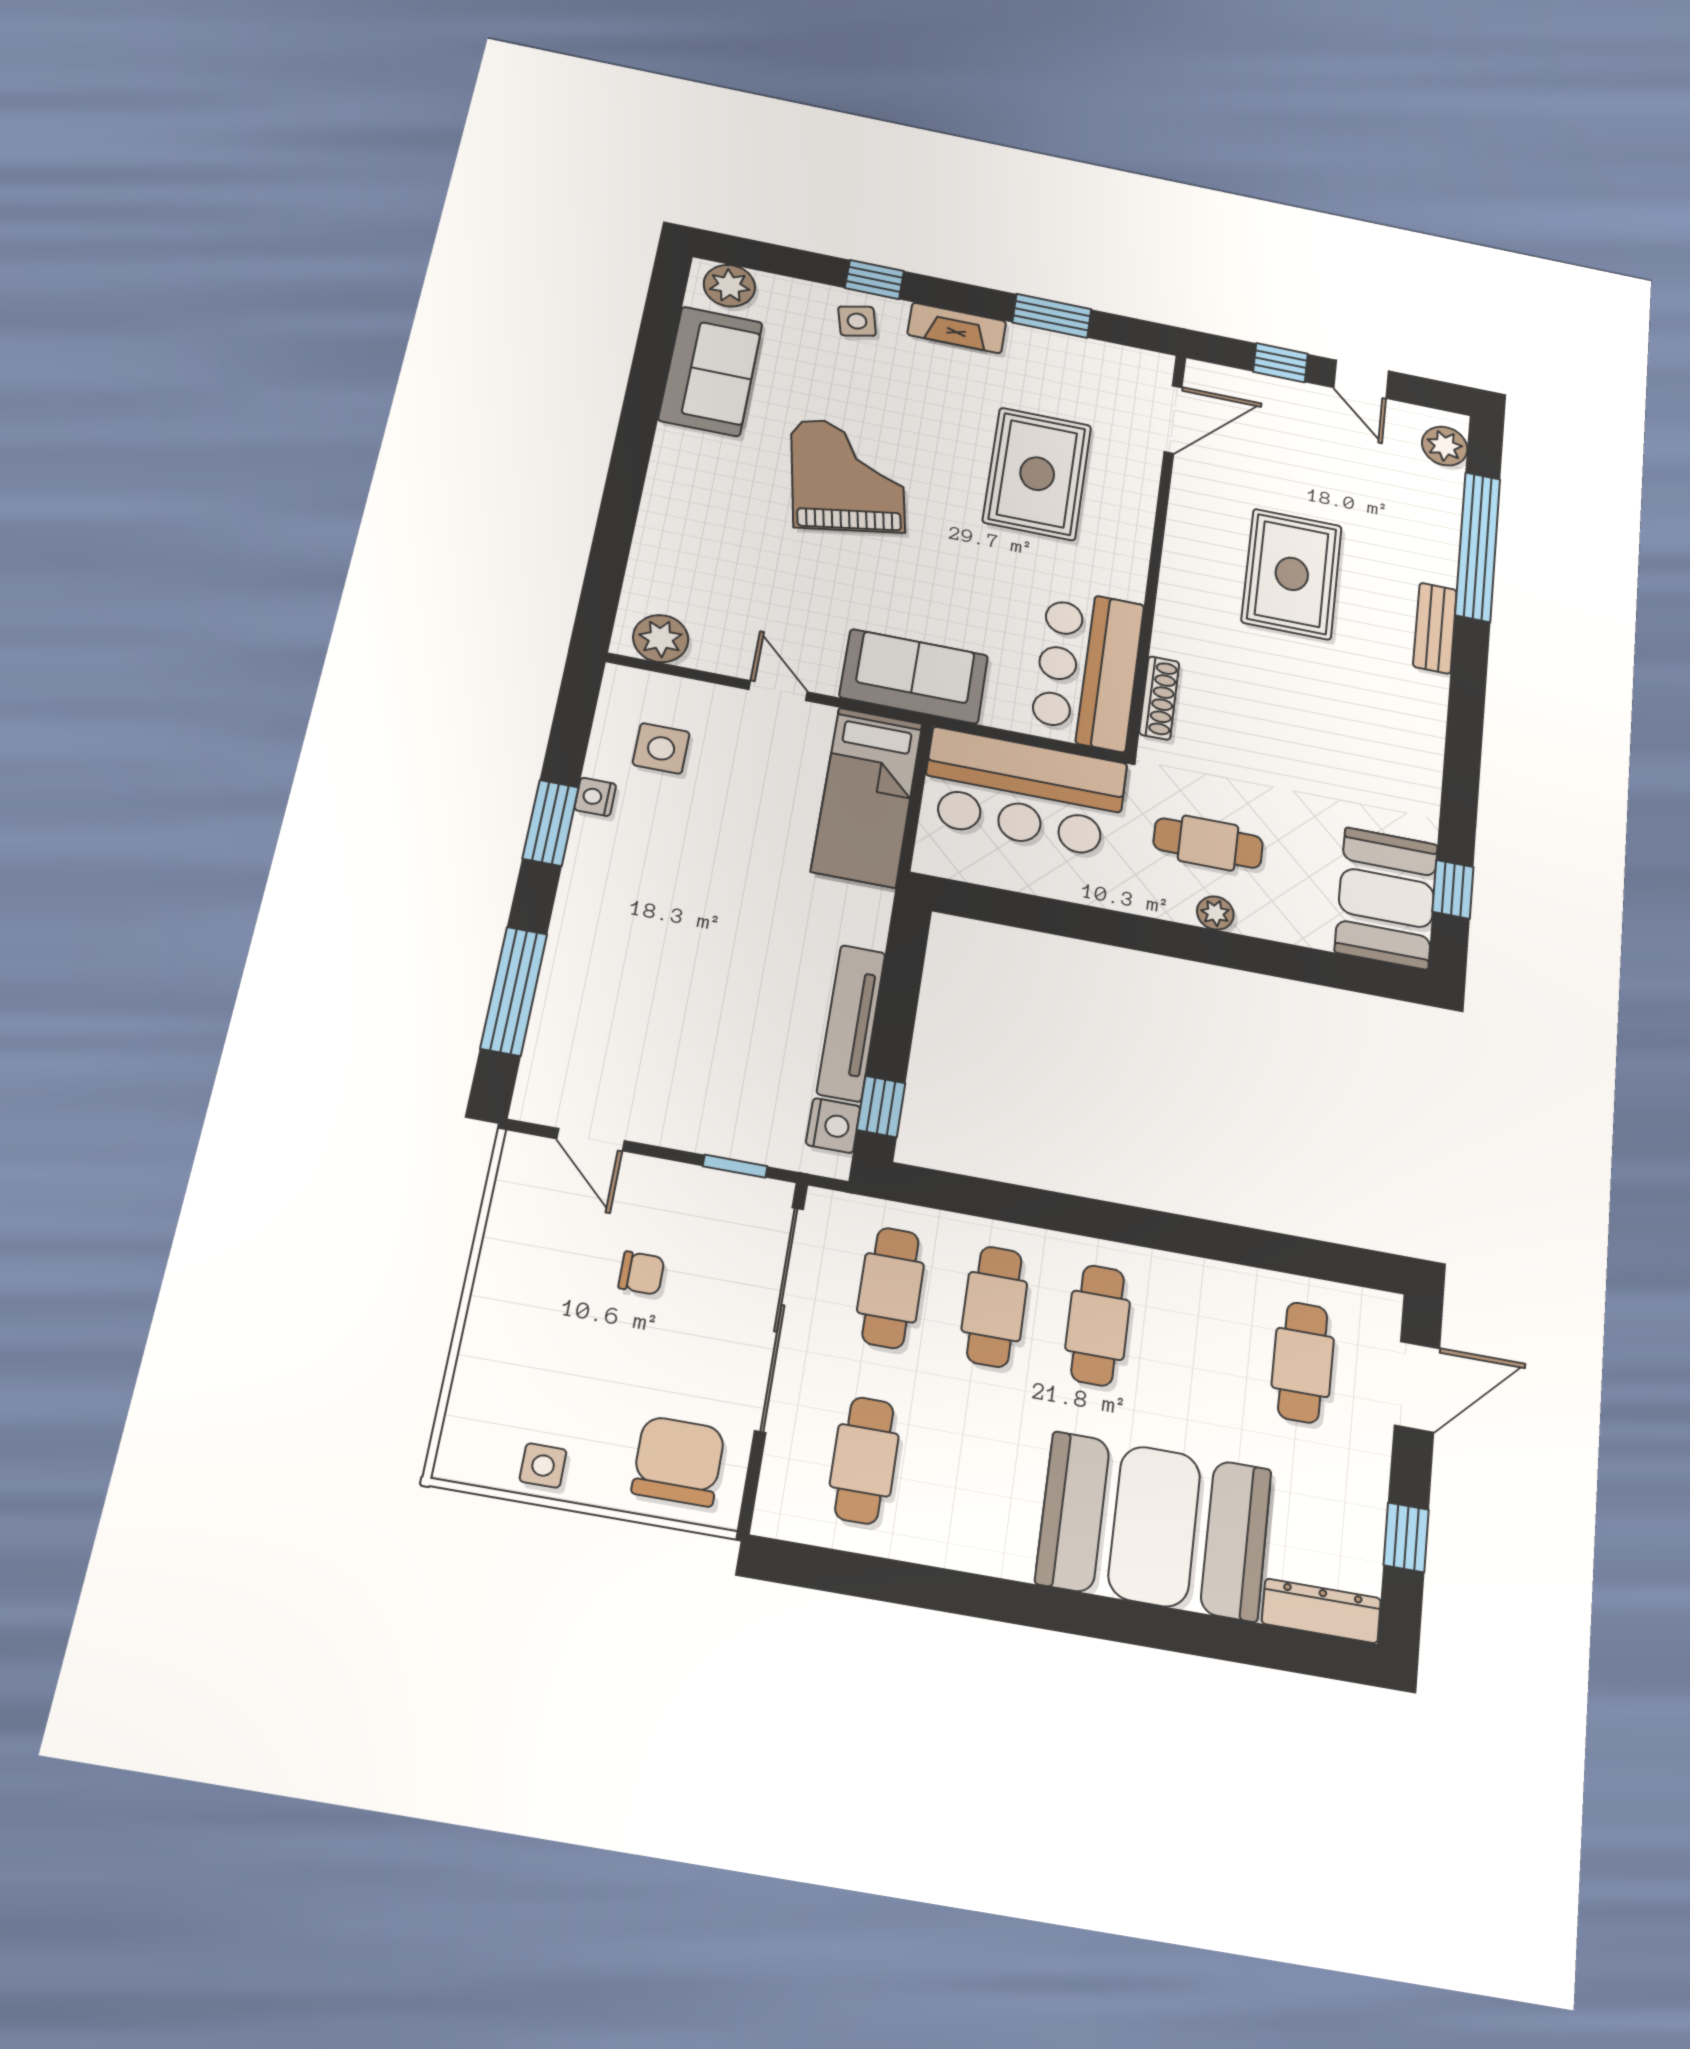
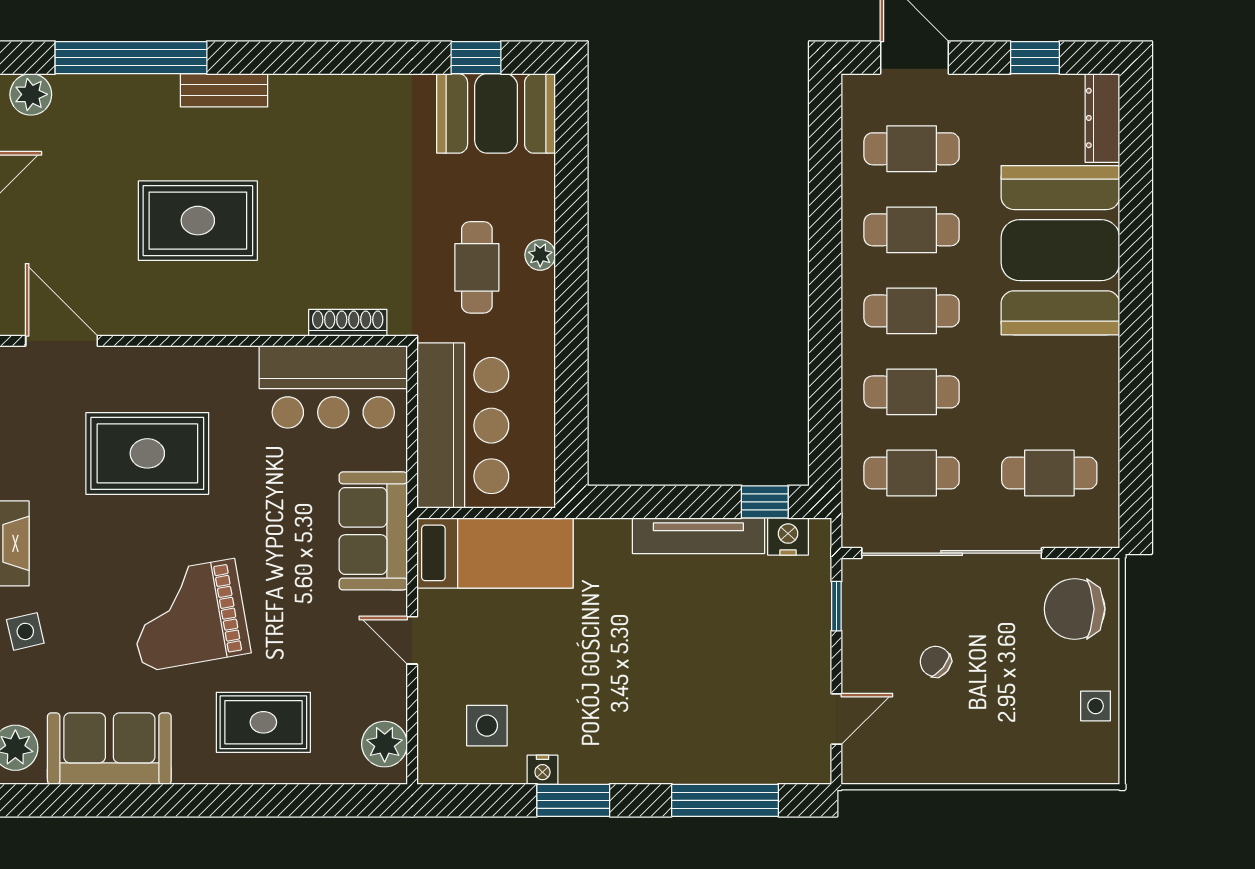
rug: (711, 523) -> (263, 722), added
door: (778, 691) -> (412, 640), hinge flipped
chair: (641, 1273) -> (936, 662), turned -51
cafe table: (1200, 1344) -> (912, 230), added

